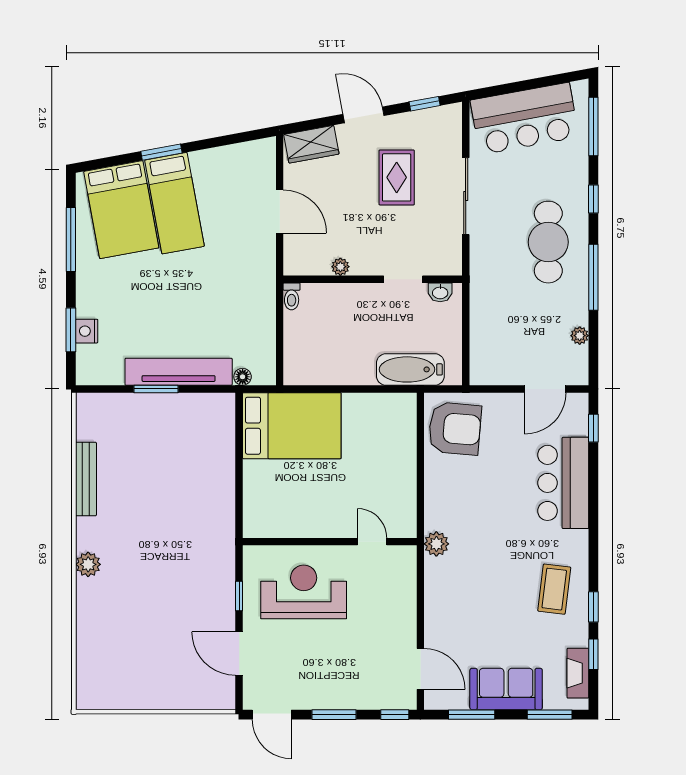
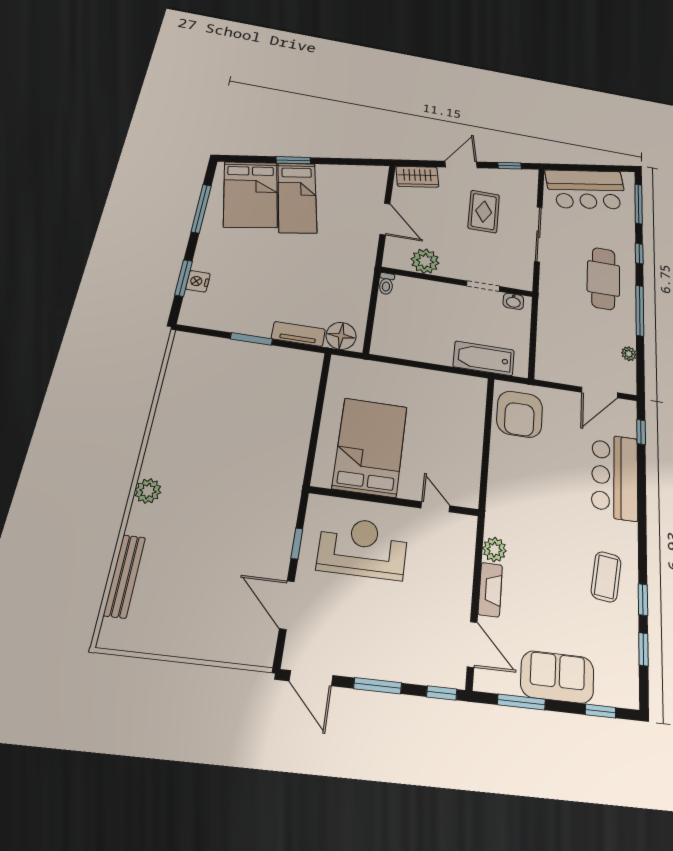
door: (364, 115) -> (461, 164), hinge flipped
plant: (340, 267) -> (425, 261), width x1.88, depth x1.88
tv unit: (179, 372) -> (298, 334), width x0.52, depth x0.78
floor lamp: (243, 377) -> (341, 336), width x1.89, depth x1.89
bed: (292, 426) -> (370, 447), moved, turned -90
armchair: (455, 429) -> (520, 414), turned 85
bench: (86, 479) -> (125, 576), moved
plant: (436, 544) -> (494, 550), moved
fireplace: (578, 673) -> (490, 590), moved, turned 180
window: (550, 715) -> (600, 711), width x0.67

